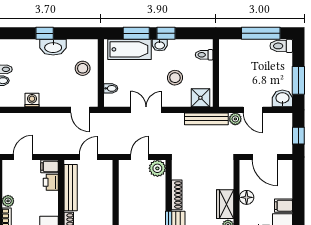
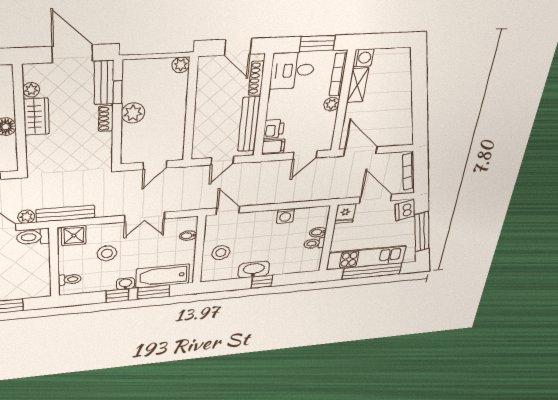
toilet: (231, 100) -> (33, 237), added
plant: (157, 168) -> (133, 113), moved
shoe rack: (177, 195) -> (106, 119), width x0.70

